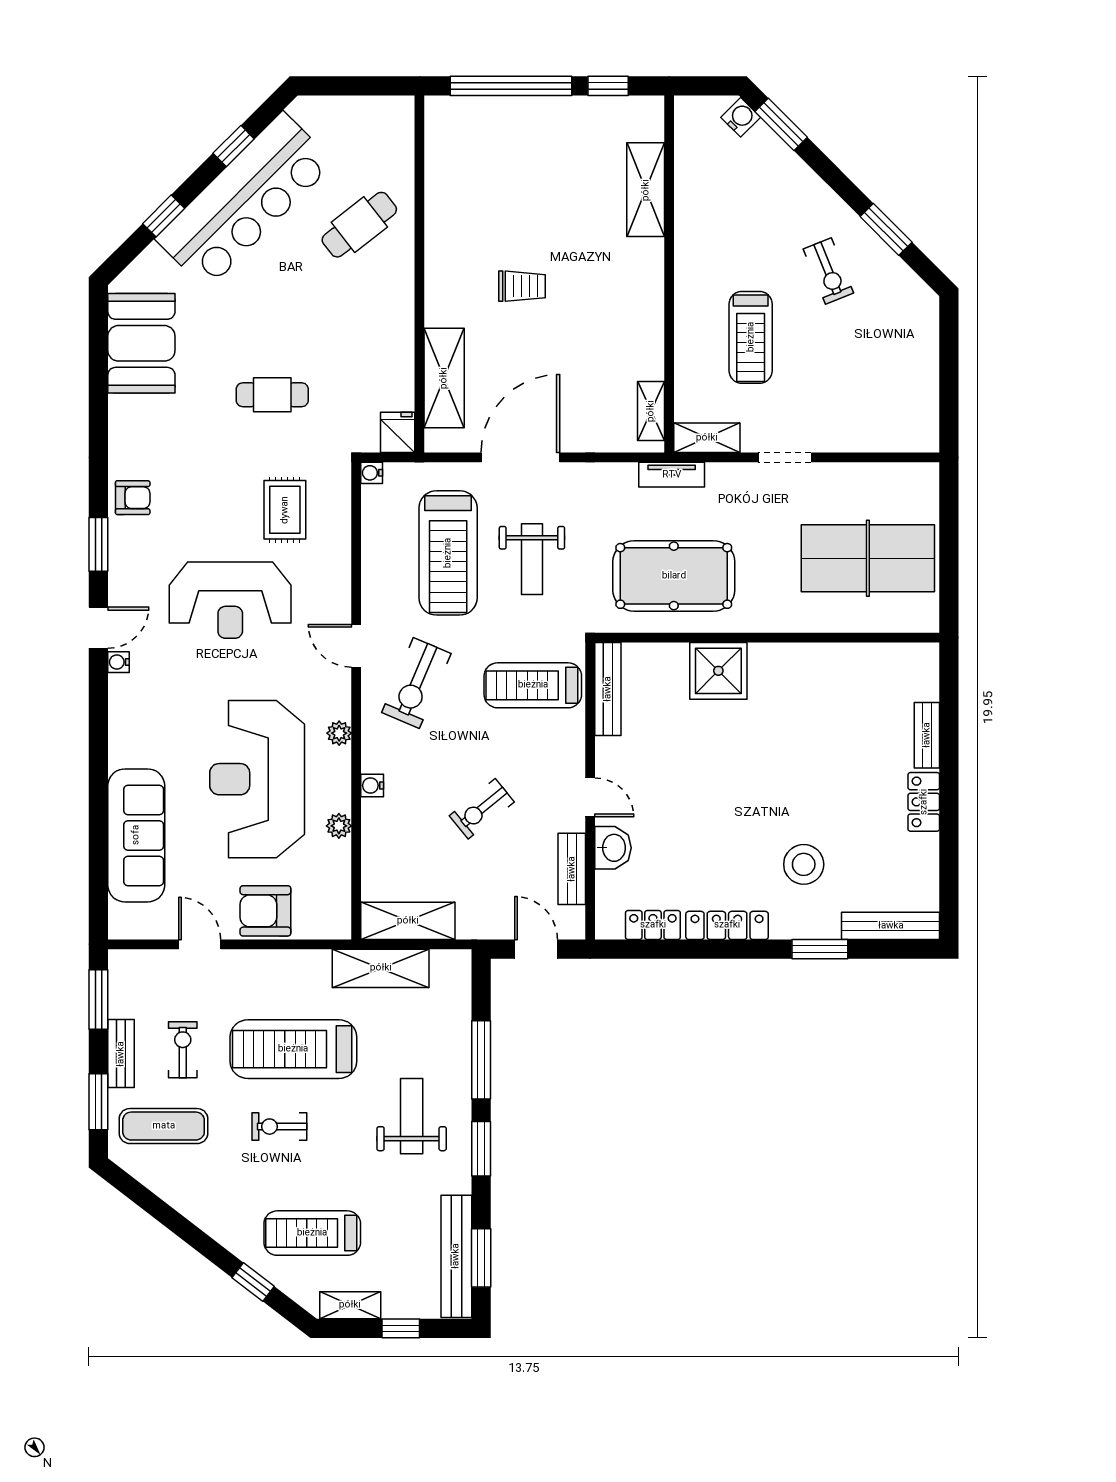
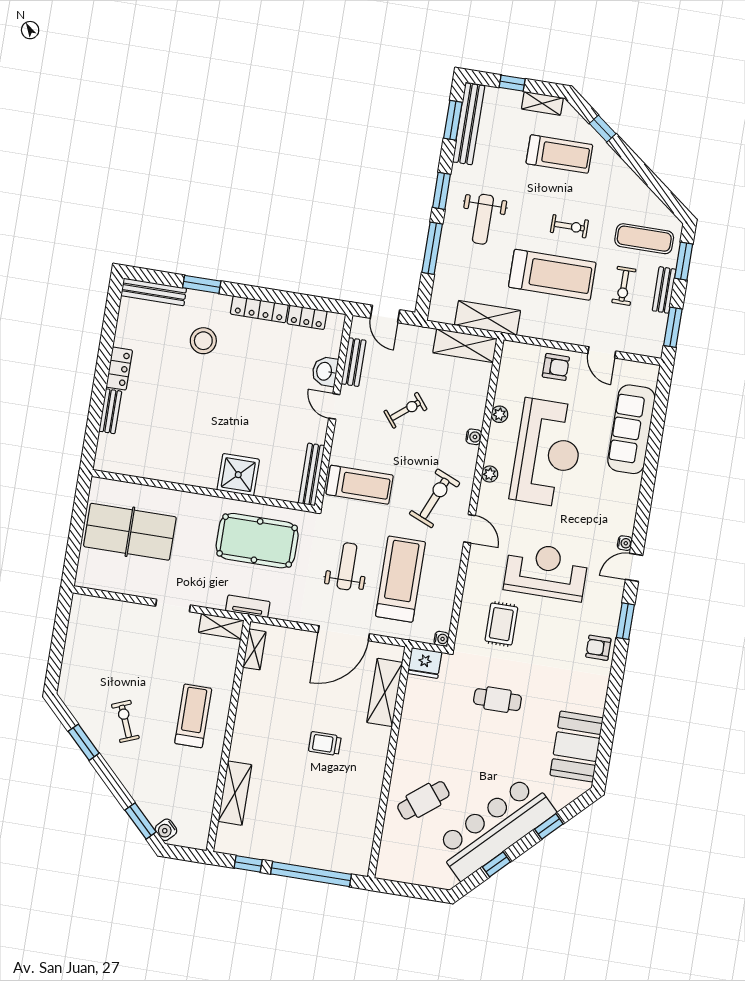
treadmill: (751, 337) -> (193, 716), moved
fridge: (398, 432) -> (425, 663), width x1.38
armchair: (265, 911) -> (556, 367), width x0.72, depth x0.72

